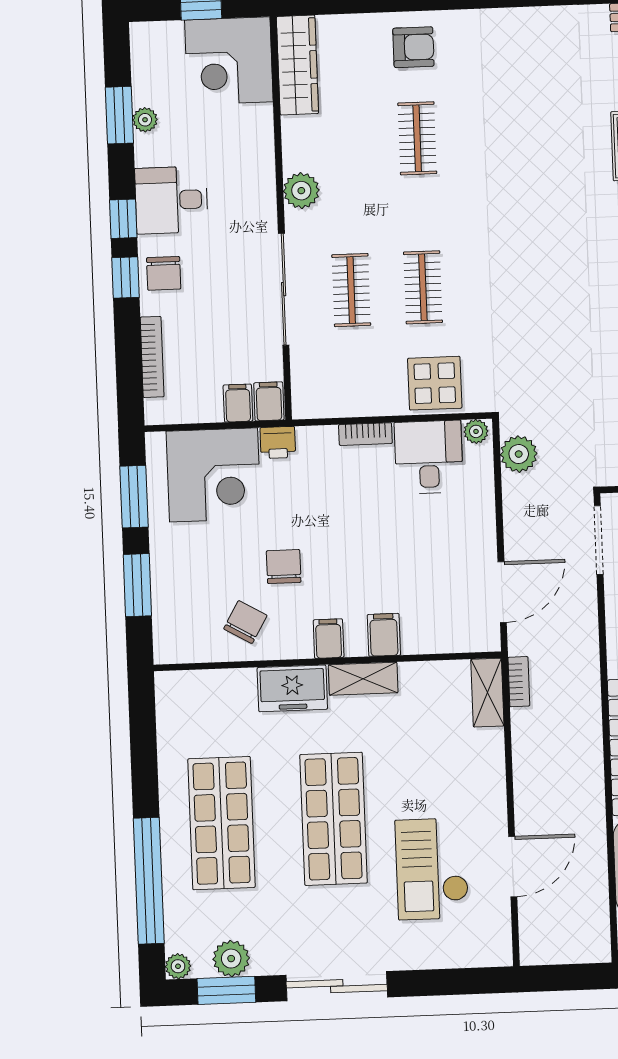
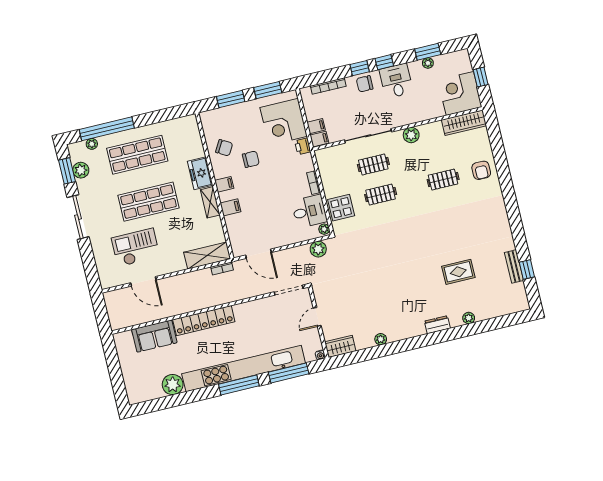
shelving: (487, 693) -> (207, 256), width x1.50, depth x1.33
plant: (178, 966) -> (92, 144), moved

